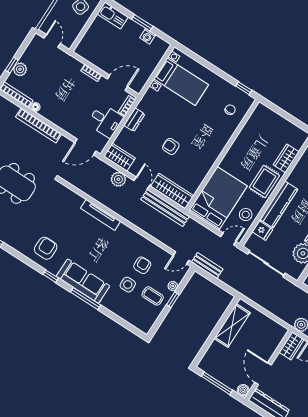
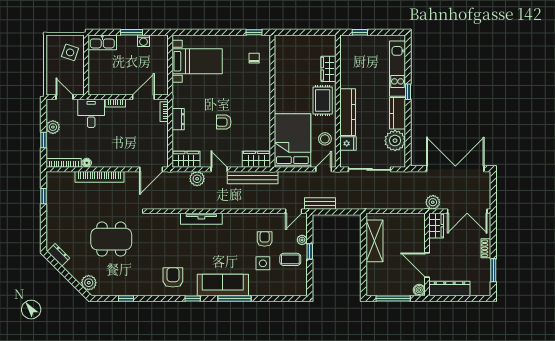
plant: (20, 69) -> (53, 127), moved
desk: (105, 121) -> (91, 113), moved, turned -90
wardrobe: (172, 191) -> (256, 159), width x0.67

